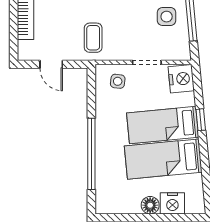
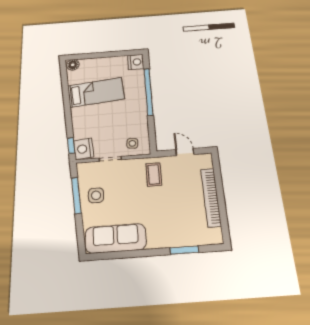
window: (201, 120) -> (71, 146), moved
bed: (163, 125) -> (97, 115), removed
nightstand: (172, 203) -> (136, 62), moved, turned 90
floor lamp: (150, 205) -> (73, 65), moved

